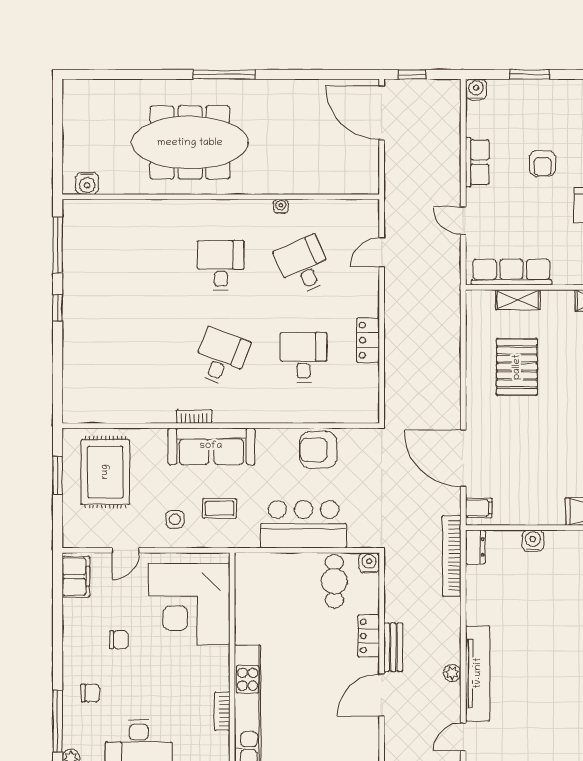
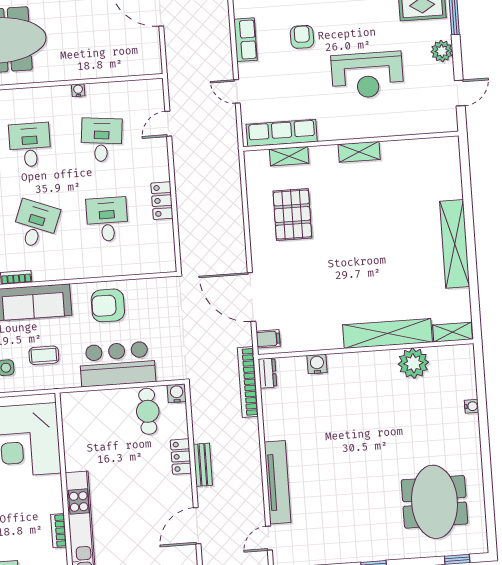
armchair: (543, 163) -> (302, 37), turned 180
desk: (304, 265) -> (101, 140), turned 30
armchair: (318, 450) -> (108, 305), moved
plant: (452, 673) -> (256, 483), removed
door: (382, 695) -> (197, 526), moved

